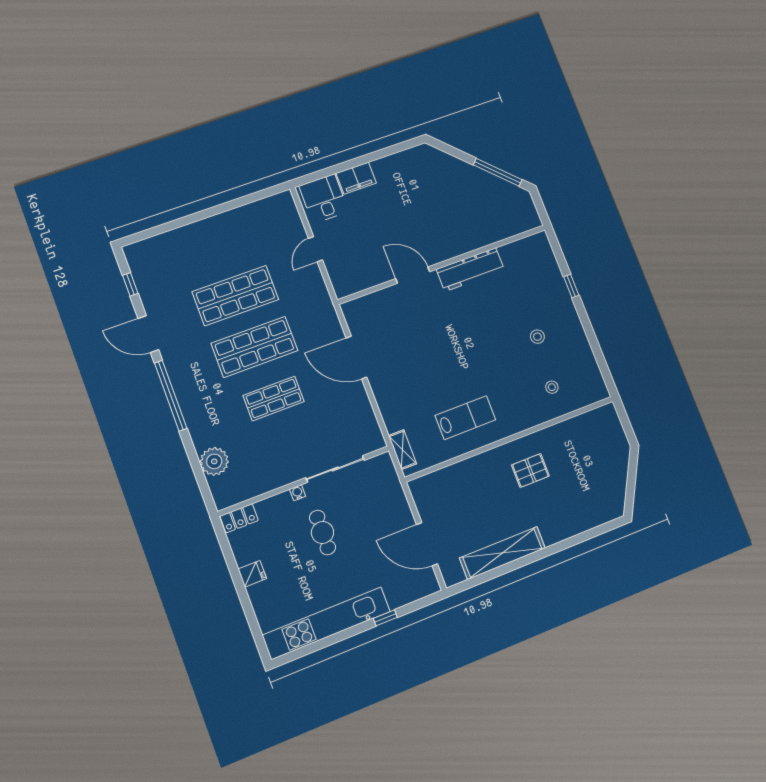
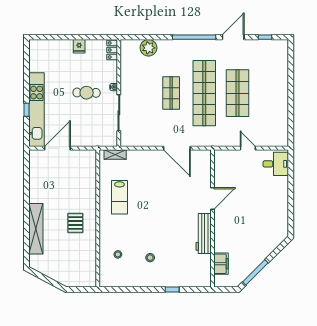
filing cabinet: (356, 178) -> (221, 264), moved, turned 180
shop shelf: (254, 347) -> (204, 93), width x1.40
door: (356, 358) -> (177, 148), swing flipped
shelving: (502, 553) -> (36, 229), moved
kitchen unit: (327, 623) -> (37, 110), moved

